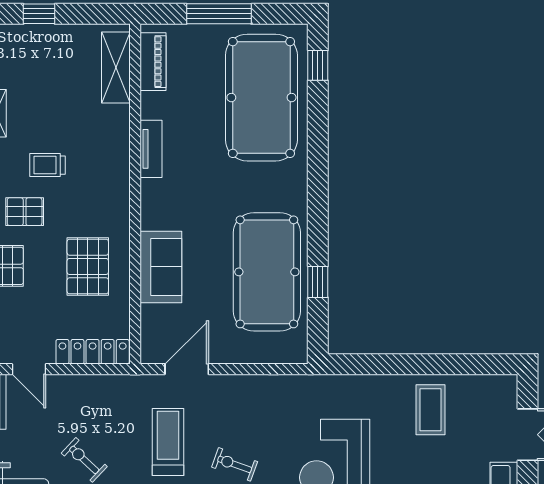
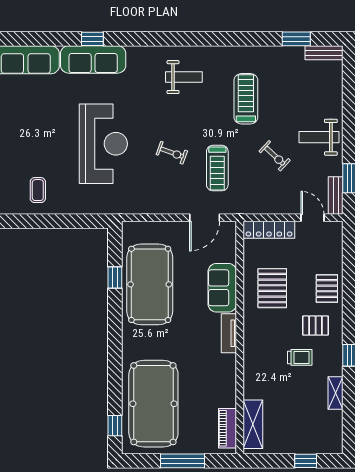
tv unit: (151, 149) -> (229, 333), moved
coffee table: (430, 410) -> (38, 190), width x0.73, depth x0.77

